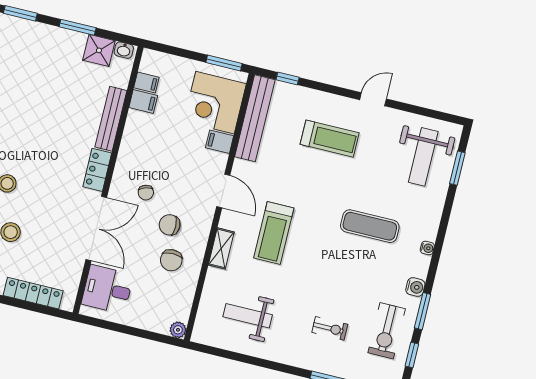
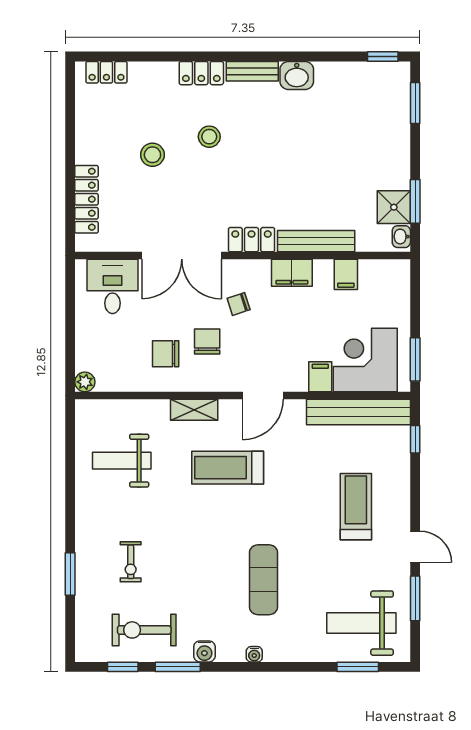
window: (78, 27) -> (415, 201), moved
filing cabinet: (146, 83) -> (292, 273), moved, width x2.00
window: (414, 109) -> (415, 598), added
treadmill: (330, 139) -> (356, 507), turned 180
weight bench: (248, 316) -> (122, 461), turned -90

